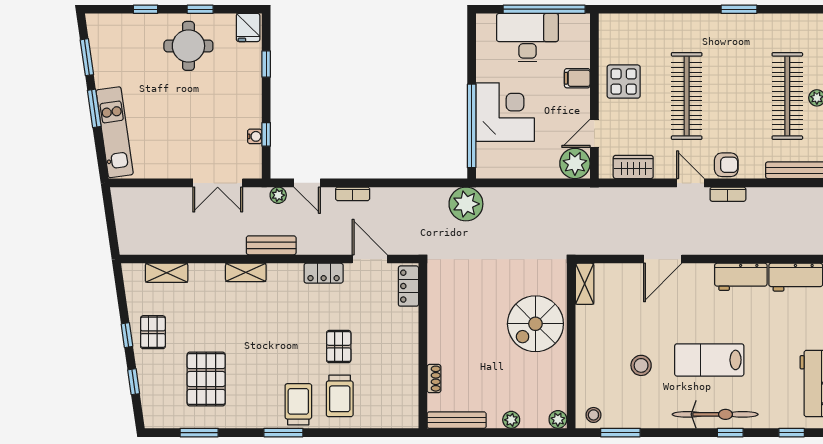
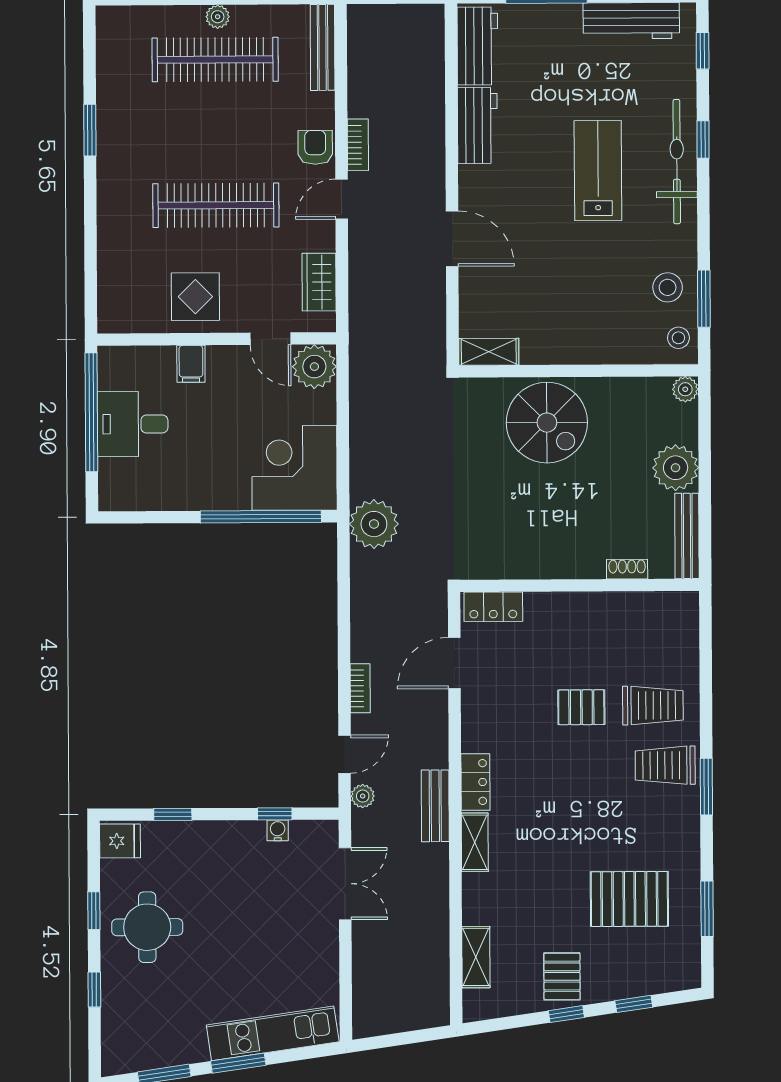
desk: (527, 38) -> (133, 424), width x0.73
corner desk: (505, 112) -> (294, 468), moved
locker: (324, 273) -> (475, 782), moved
pallet: (153, 332) -> (562, 976), turned 90
lab bench: (709, 360) -> (598, 171), turned 180
stool: (641, 365) -> (668, 287), moved
plant: (511, 420) -> (676, 468), width x1.87, depth x1.87

